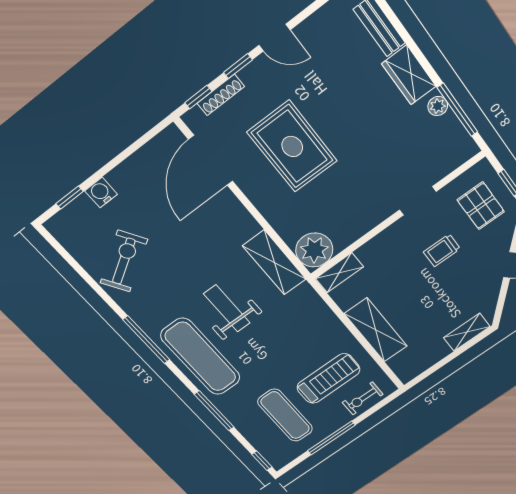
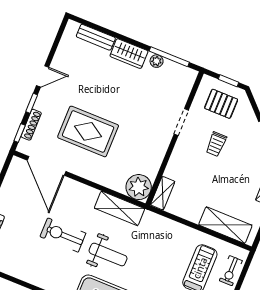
exercise bike: (124, 261) -> (63, 235), moved, turned -58
weight bench: (227, 308) -> (108, 255), turned 180
shelving: (376, 330) -> (225, 225), moved

